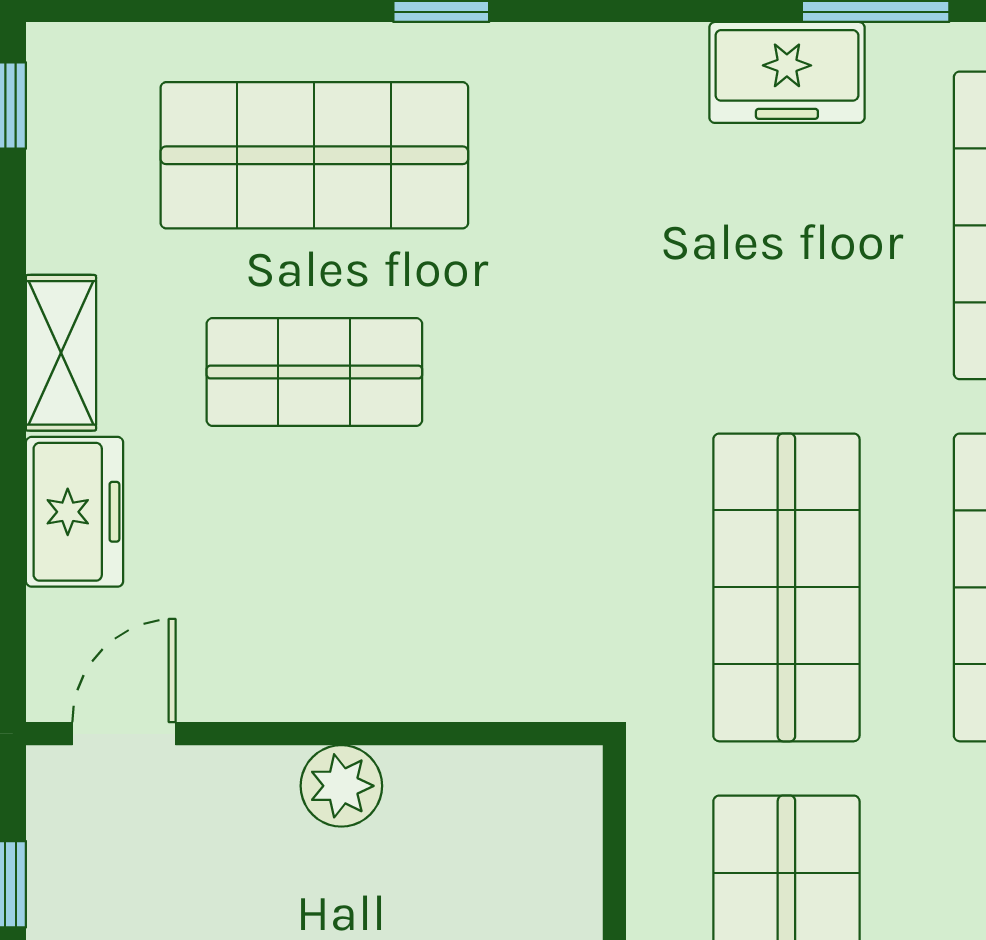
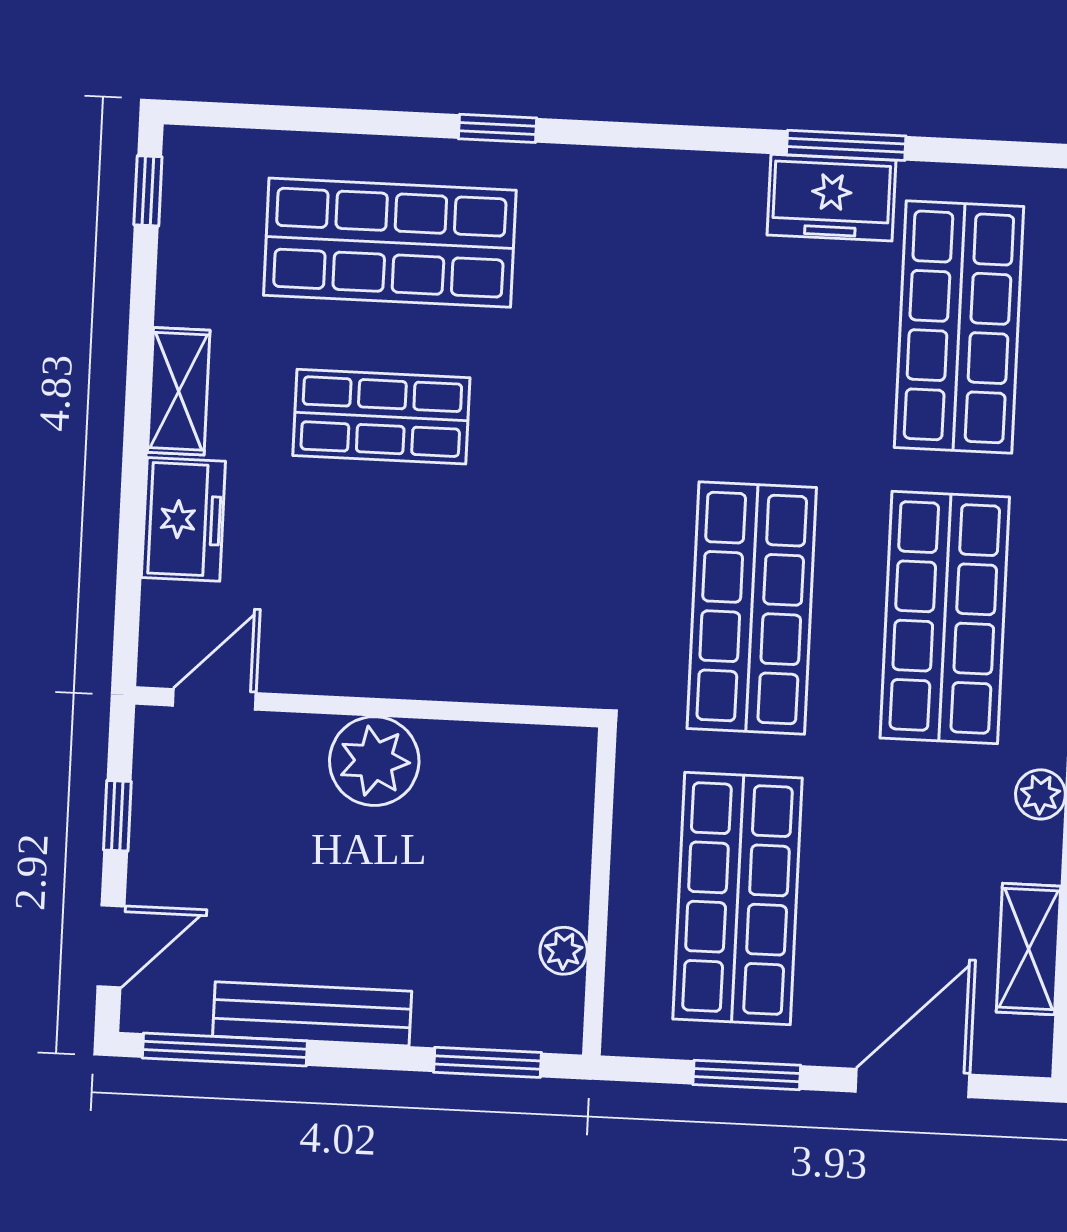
freezer: (787, 72) -> (831, 198), moved
plant: (341, 786) -> (374, 761), width x1.36, depth x1.36

